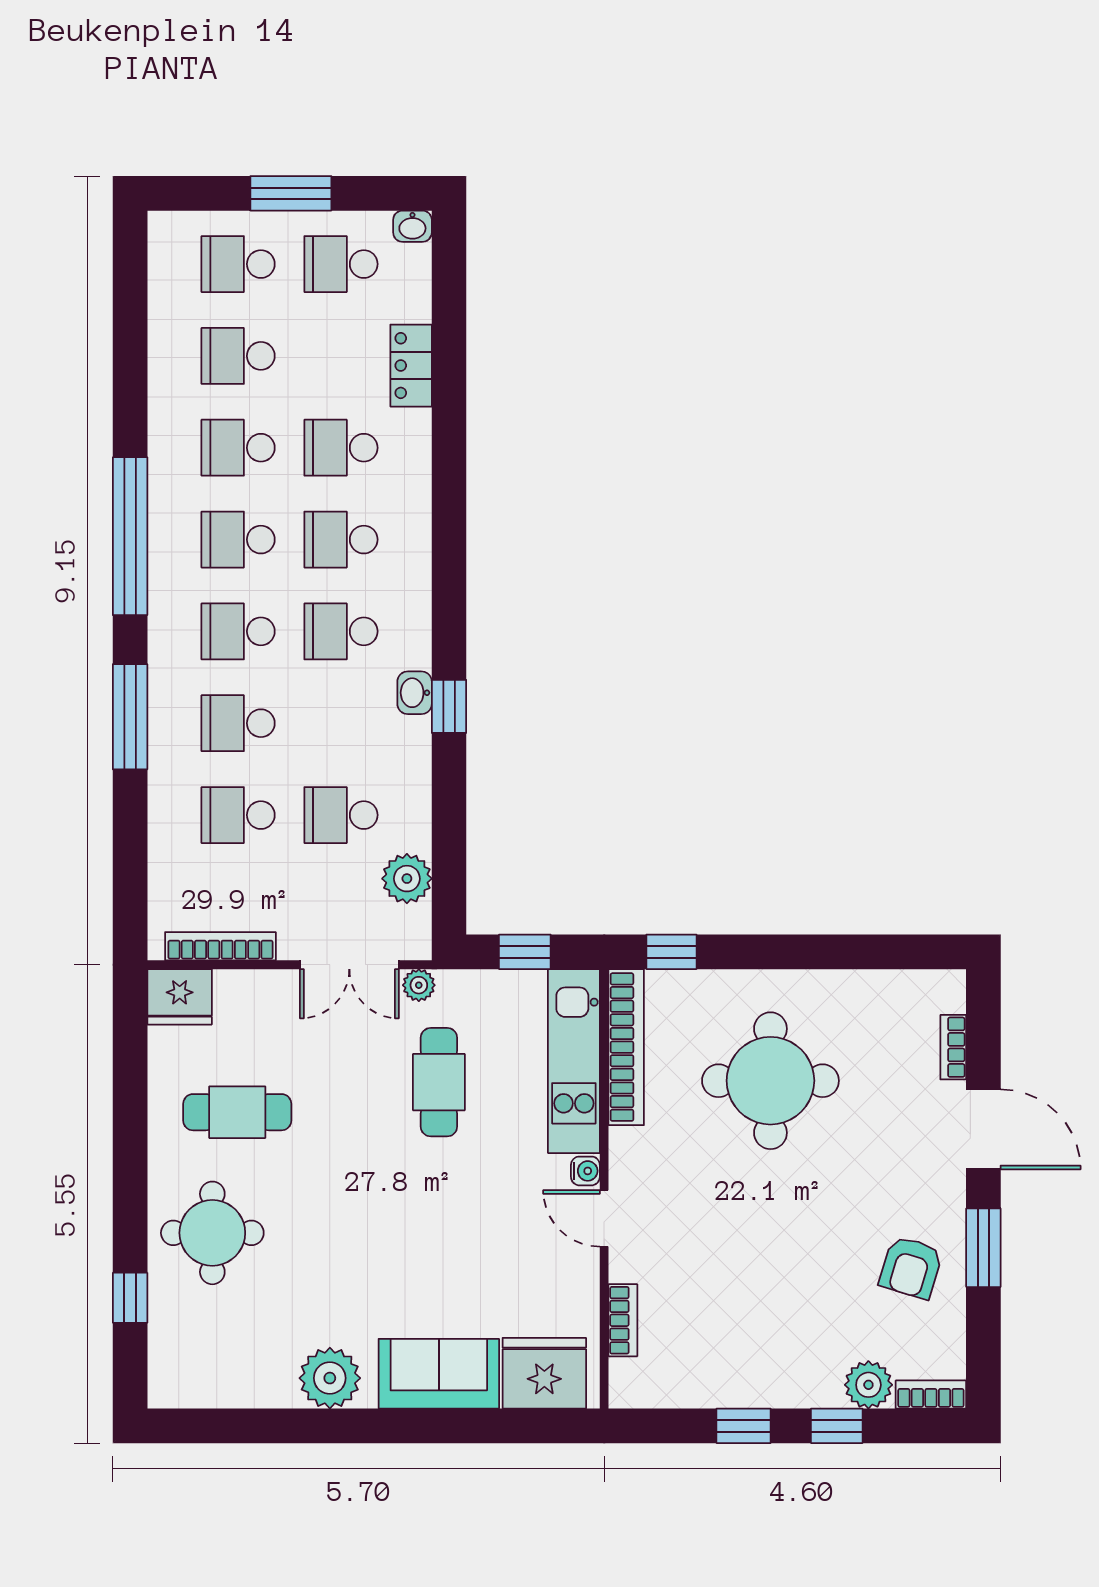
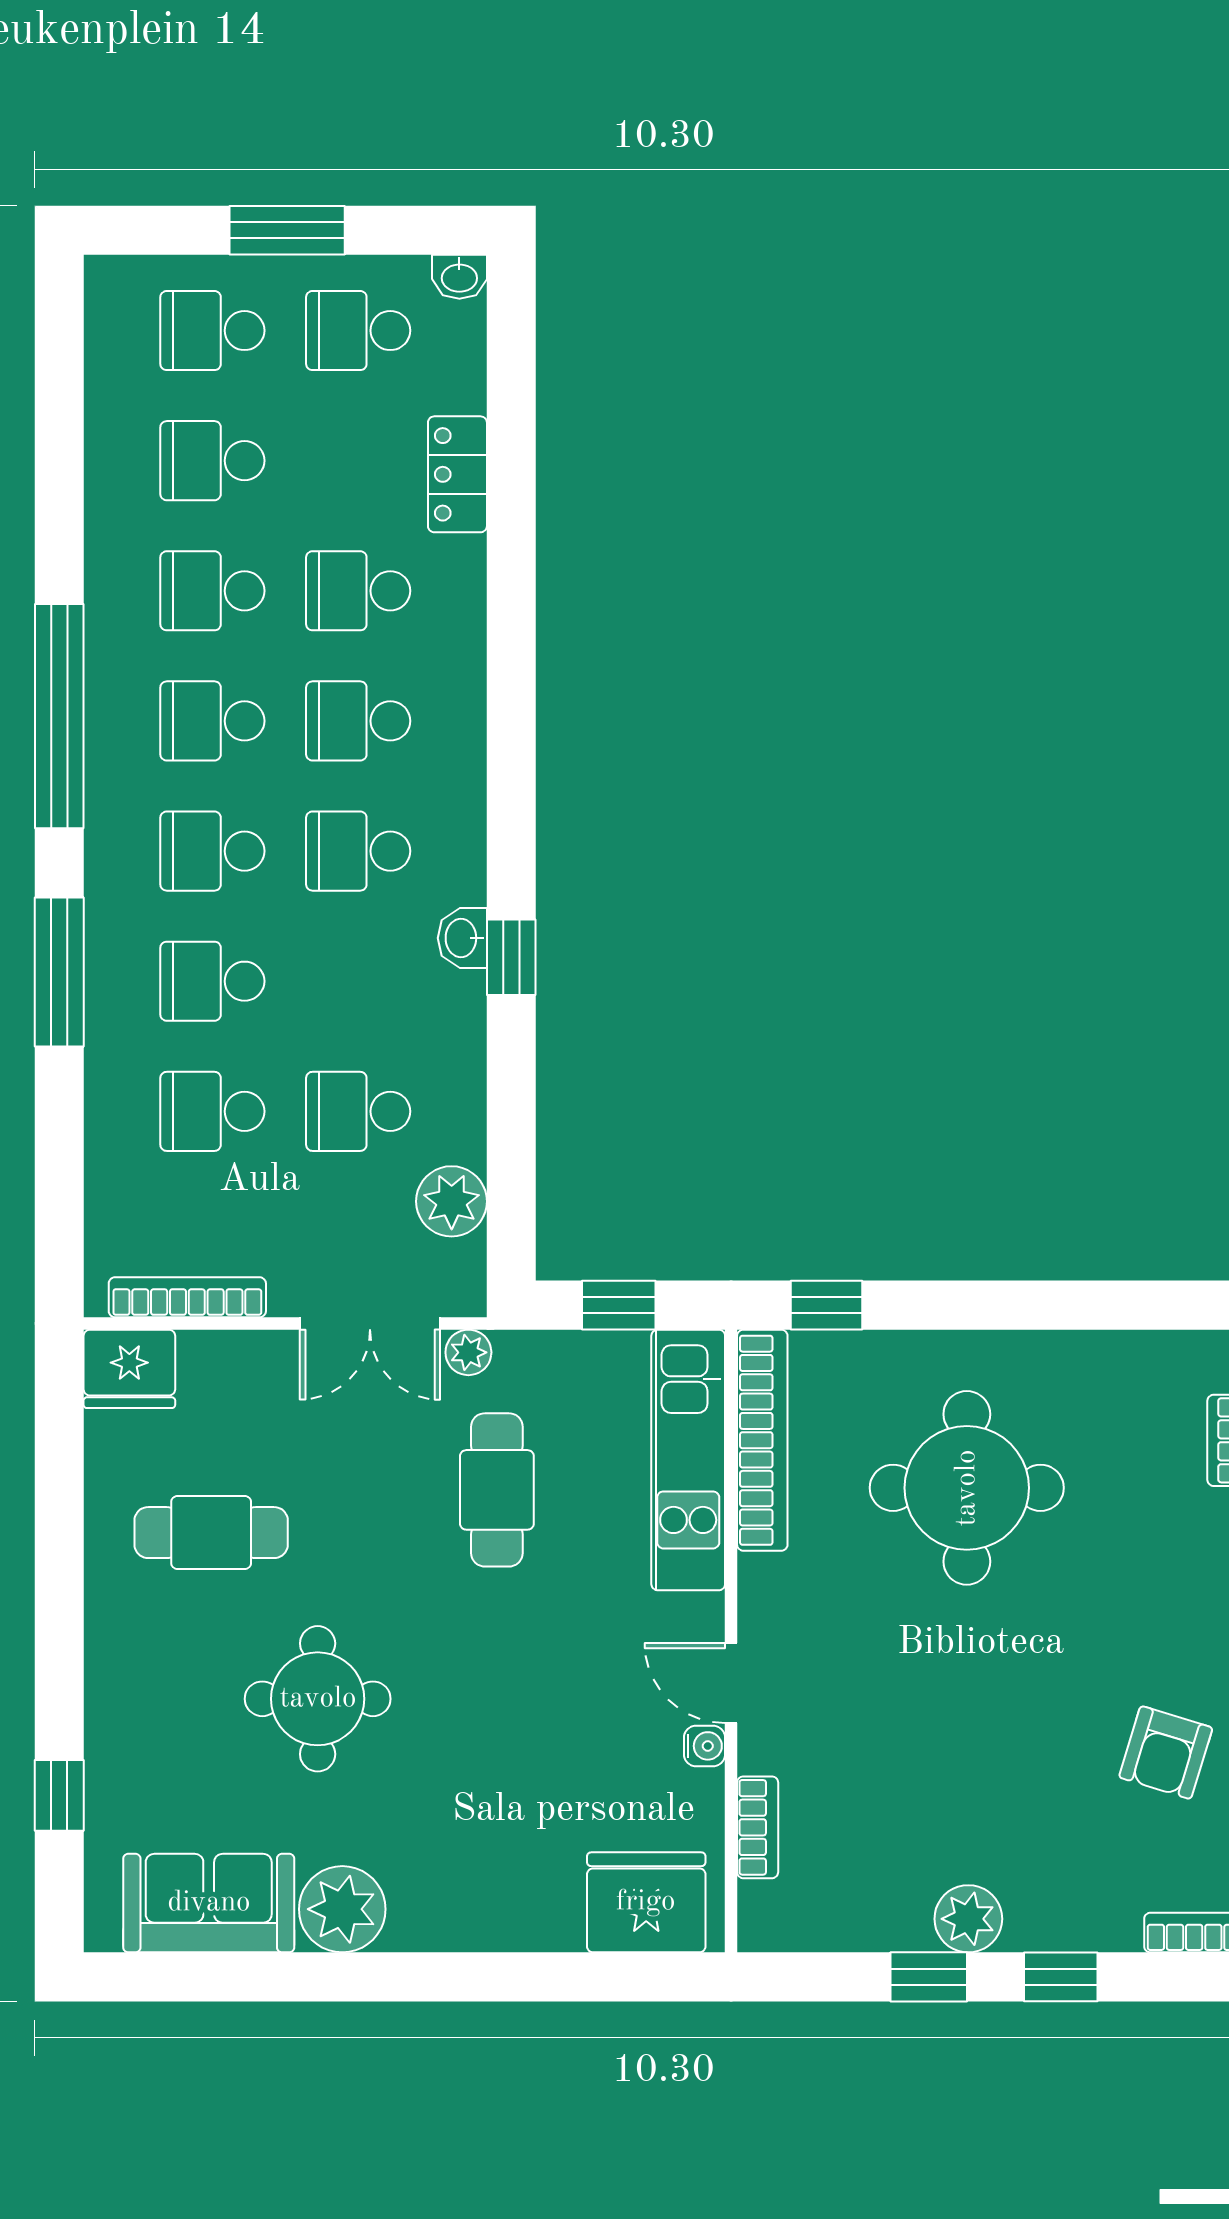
water cooler: (585, 1171) -> (704, 1746), moved
round table: (212, 1233) -> (318, 1699), moved
sofa: (439, 1374) -> (209, 1903), moved
plant: (868, 1385) -> (968, 1919), moved

